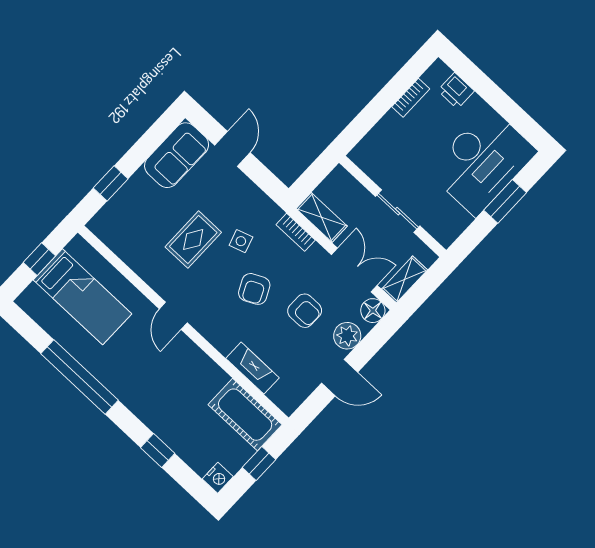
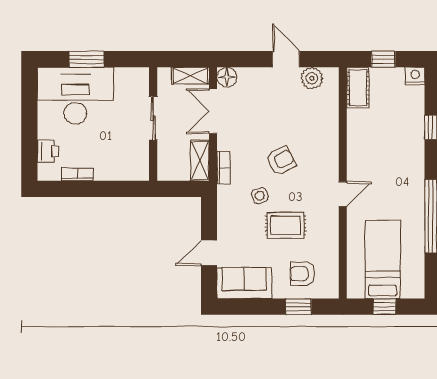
armchair: (305, 311) -> (302, 274), moved, turned -90
plant: (347, 336) -> (312, 78), moved
fireplace: (252, 368) -> (330, 117), removed
cot: (245, 415) -> (358, 88), width x0.73, depth x0.75

